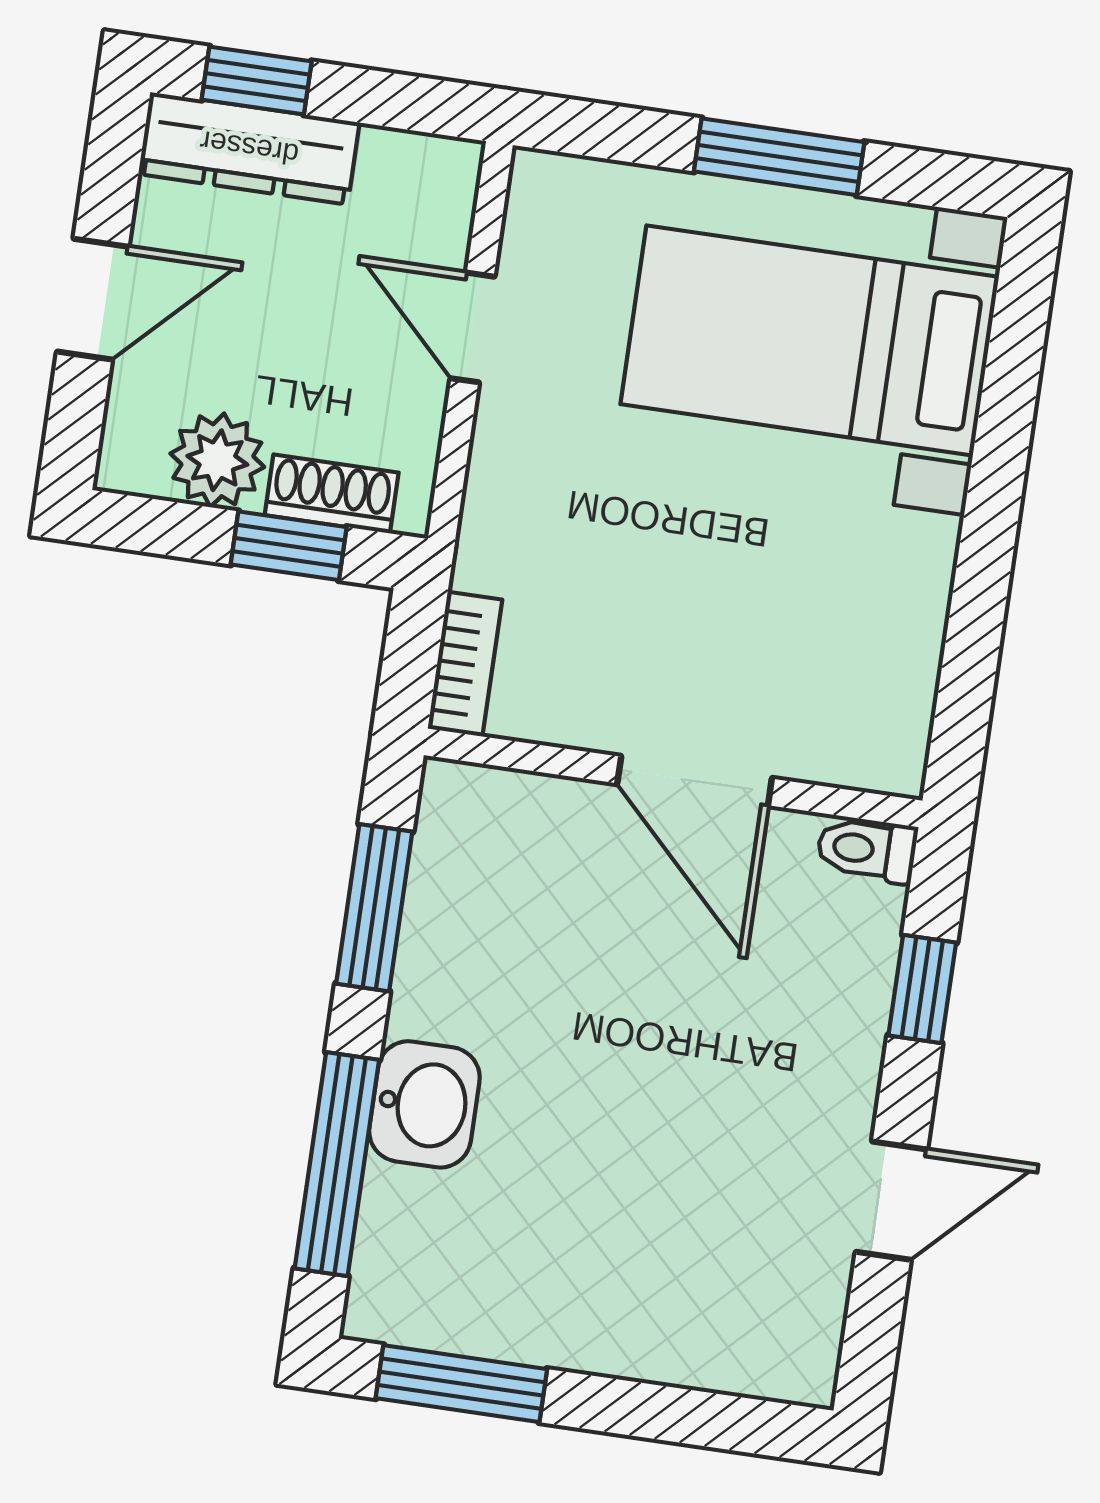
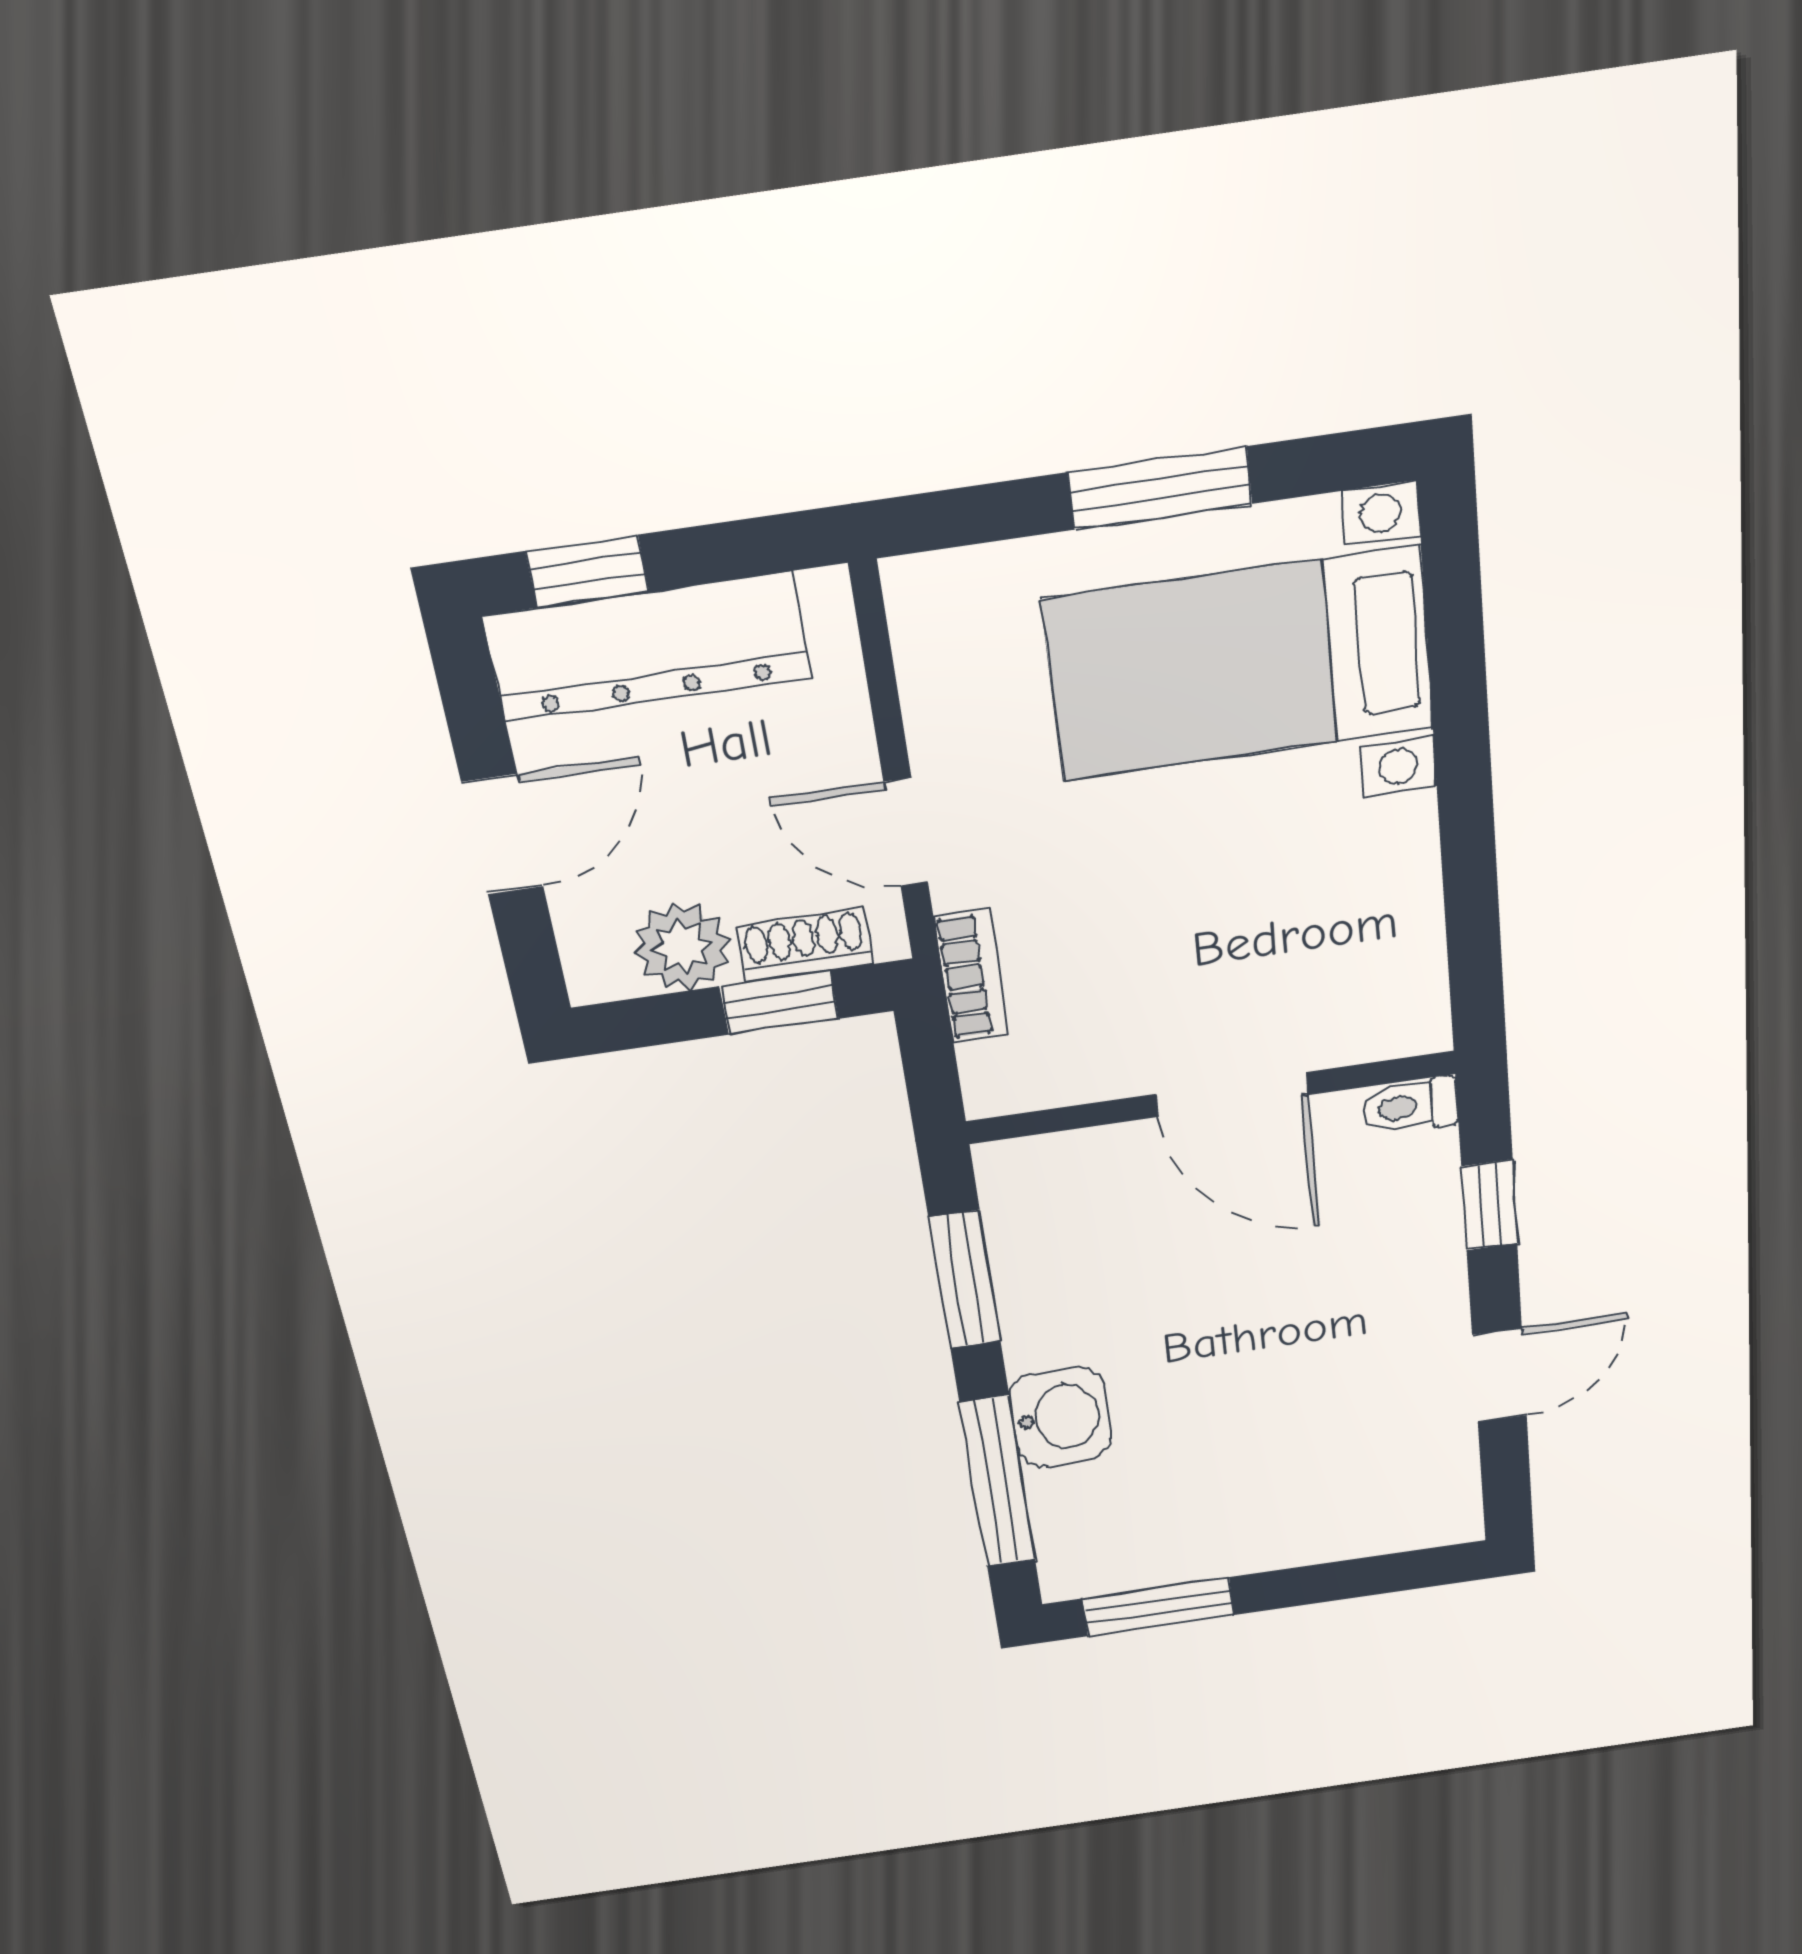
dresser: (249, 148) -> (648, 647), width x1.37, depth x1.24
door: (472, 327) -> (906, 832), moved
bookcase: (465, 664) -> (971, 976), moved

